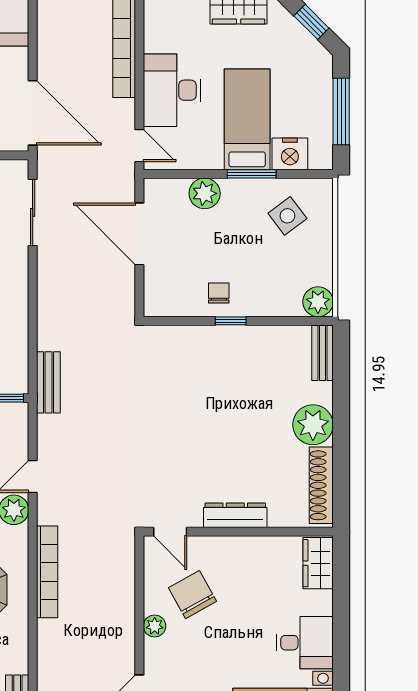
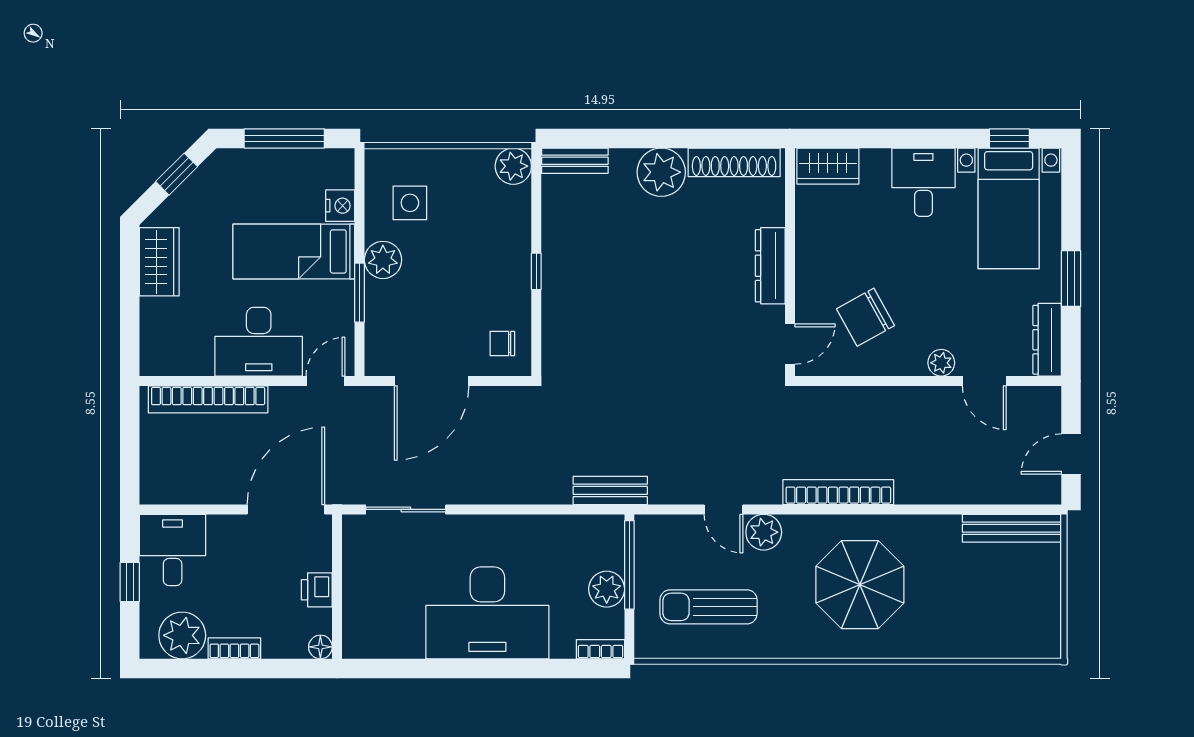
nightstand: (290, 154) -> (340, 206), width x0.74, depth x0.75
window: (252, 174) -> (360, 293), moved
plant: (205, 193) -> (383, 260), moved
side table: (287, 216) -> (410, 203), turned 37
chair: (219, 293) -> (502, 344), moved
plant: (155, 626) -> (941, 363), moved

